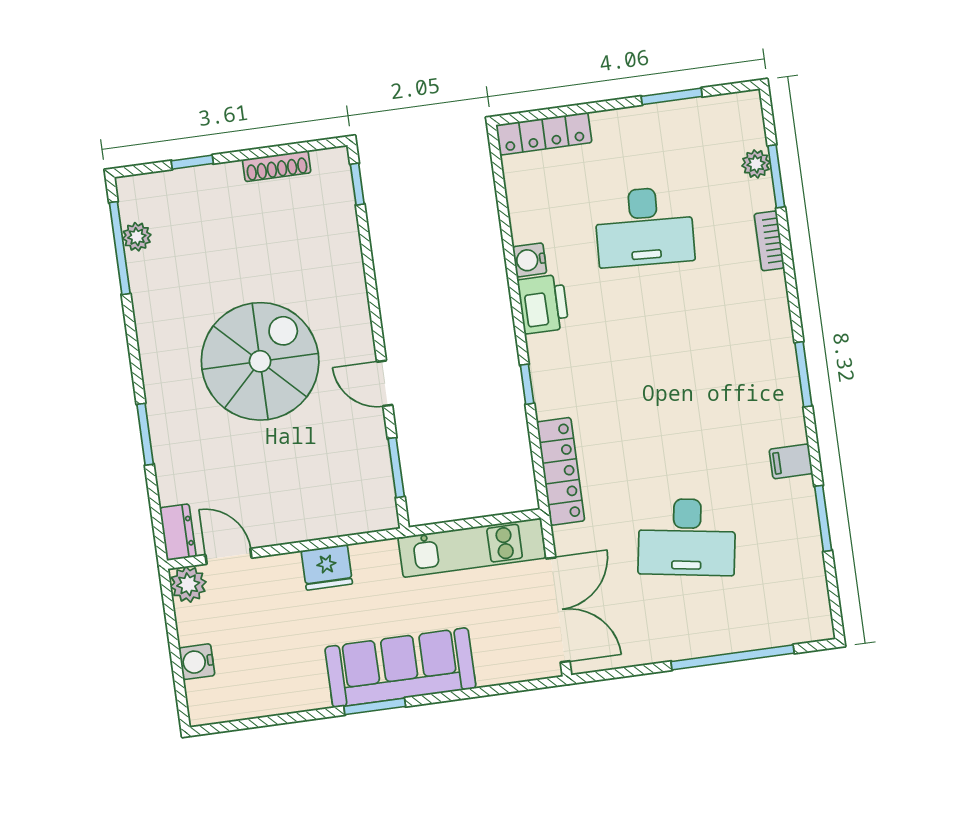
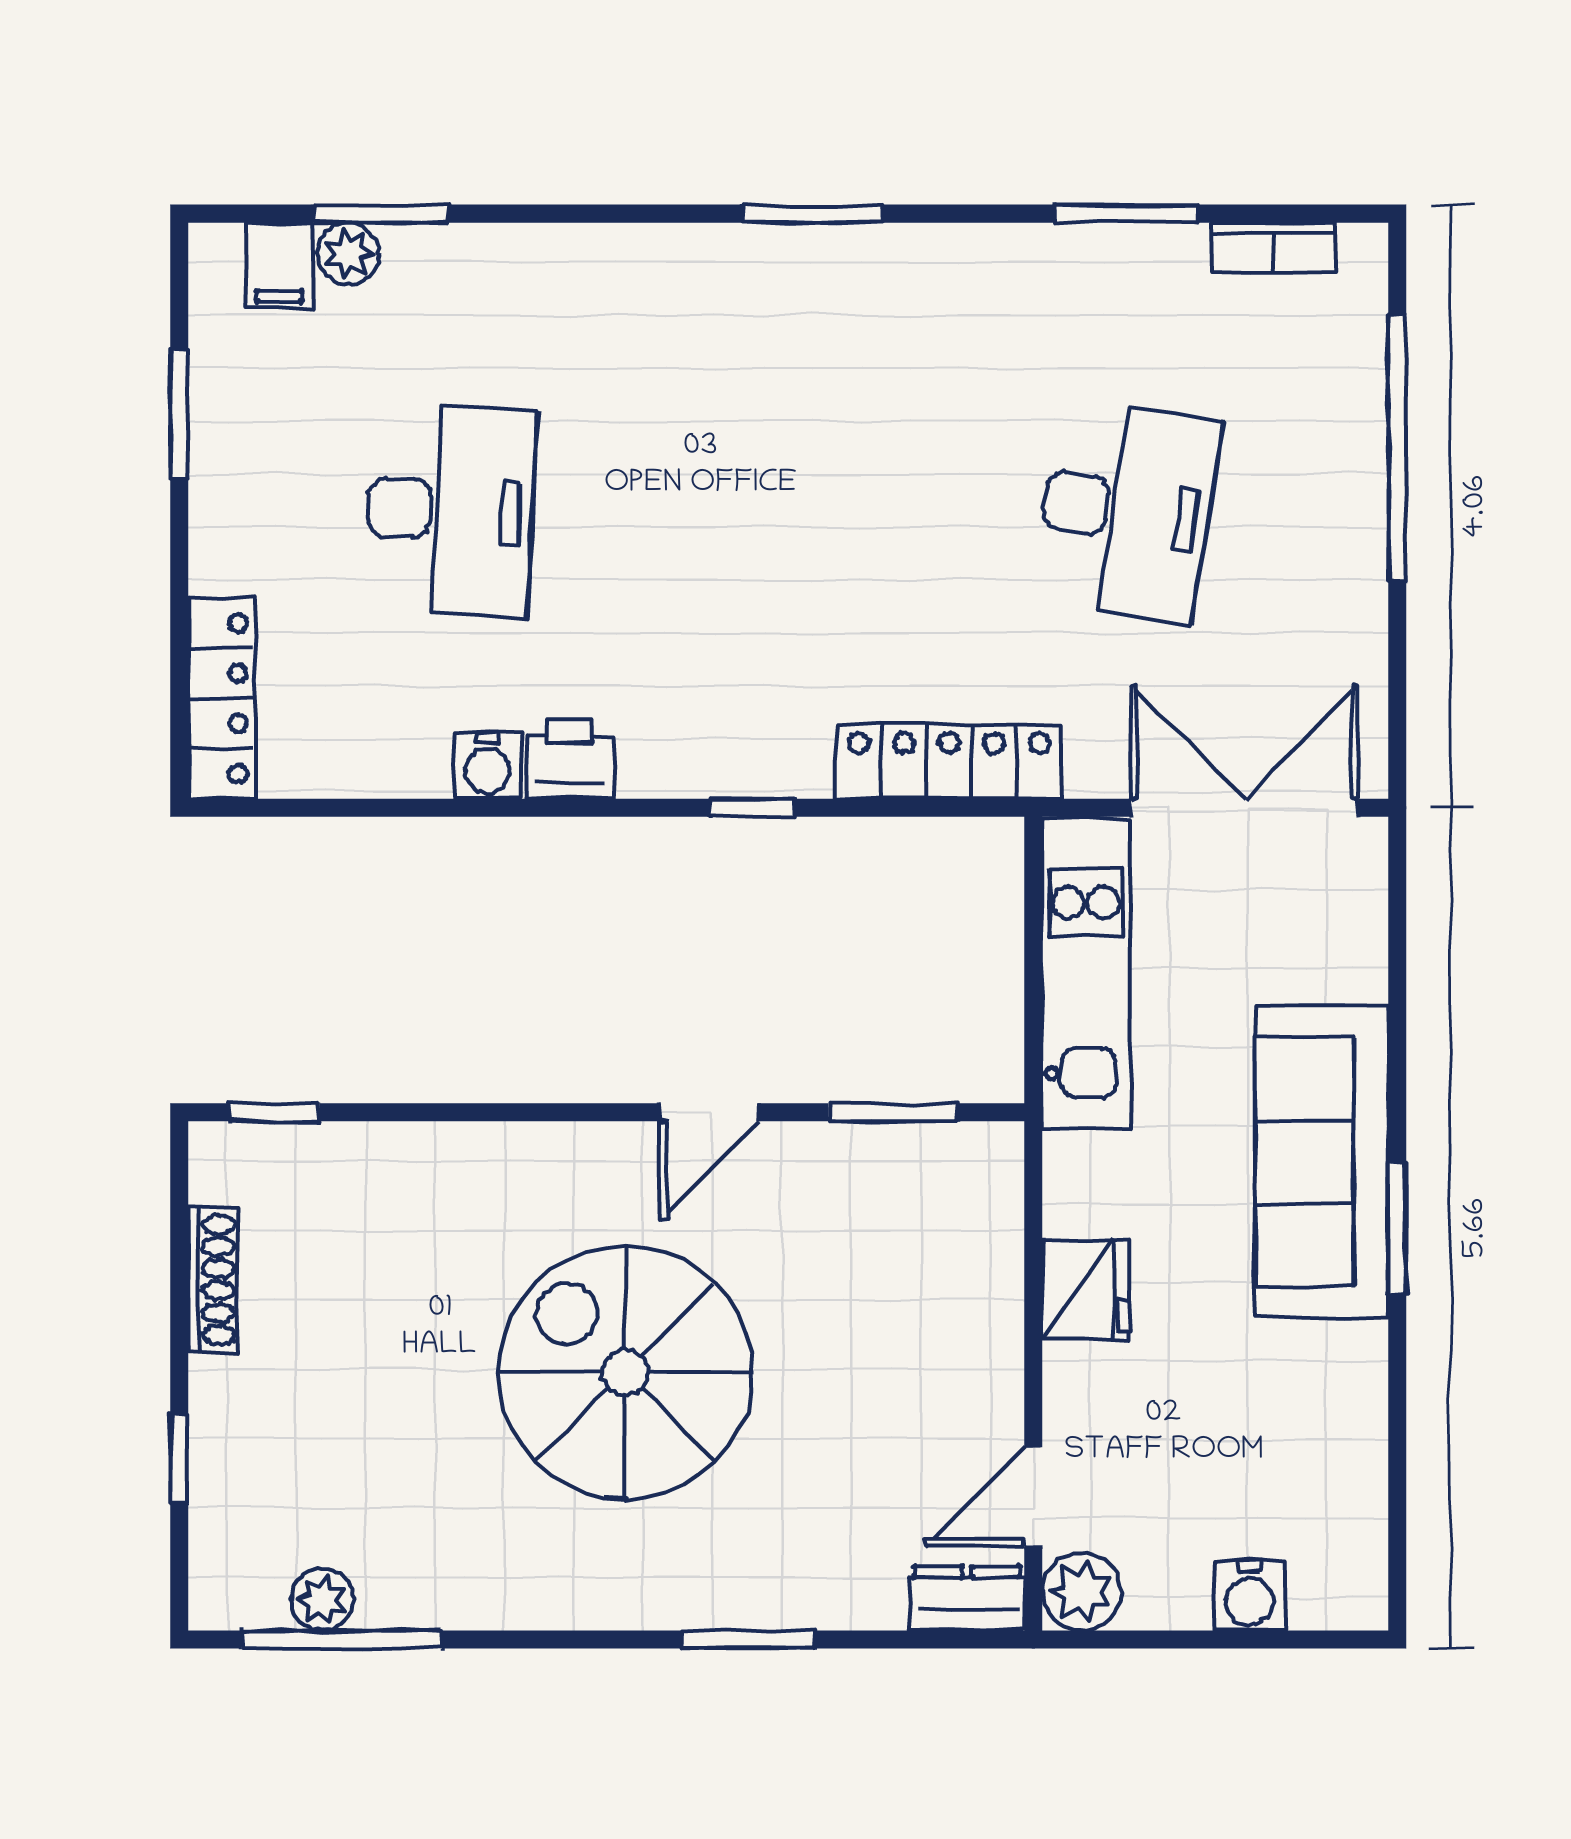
bookcase: (769, 241) -> (1272, 247), moved
printer: (543, 304) -> (570, 759), width x0.73, depth x0.81
filing cabinet: (791, 461) -> (279, 266), moved

